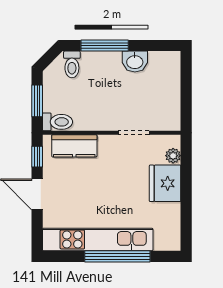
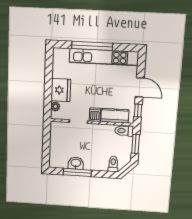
window: (105, 46) -> (77, 172), moved
dishwasher: (107, 146) -> (95, 115), added

